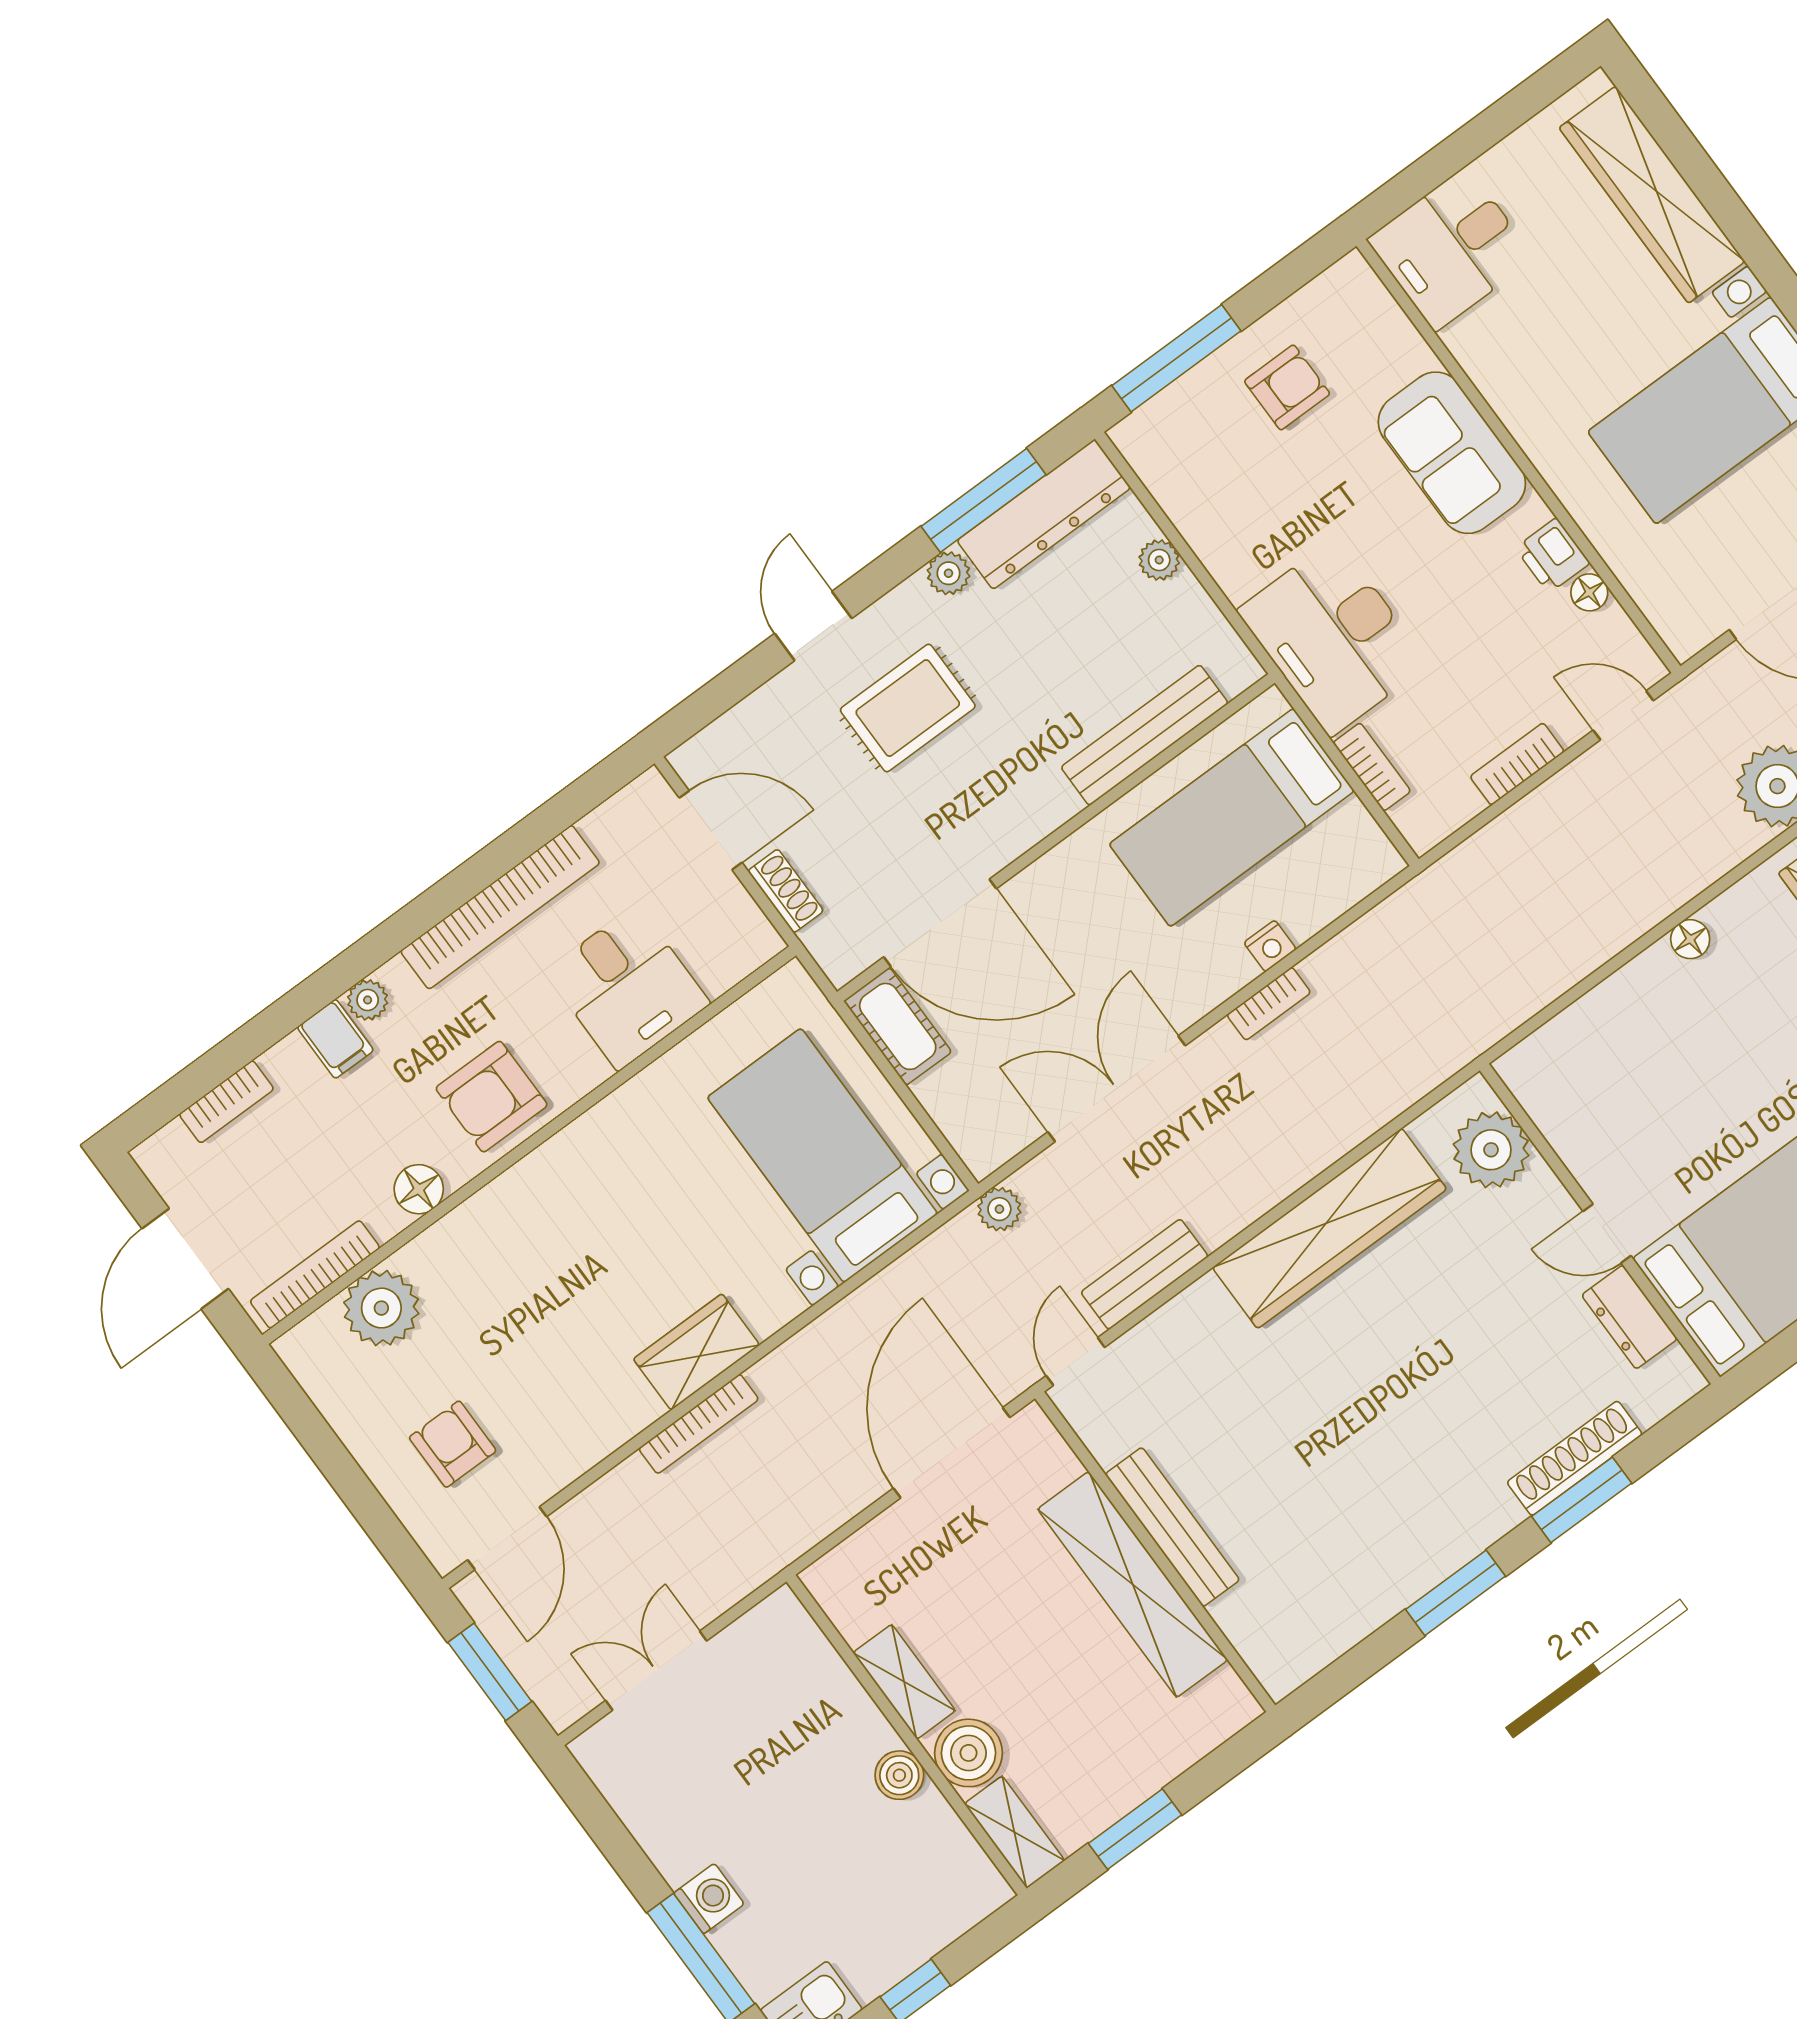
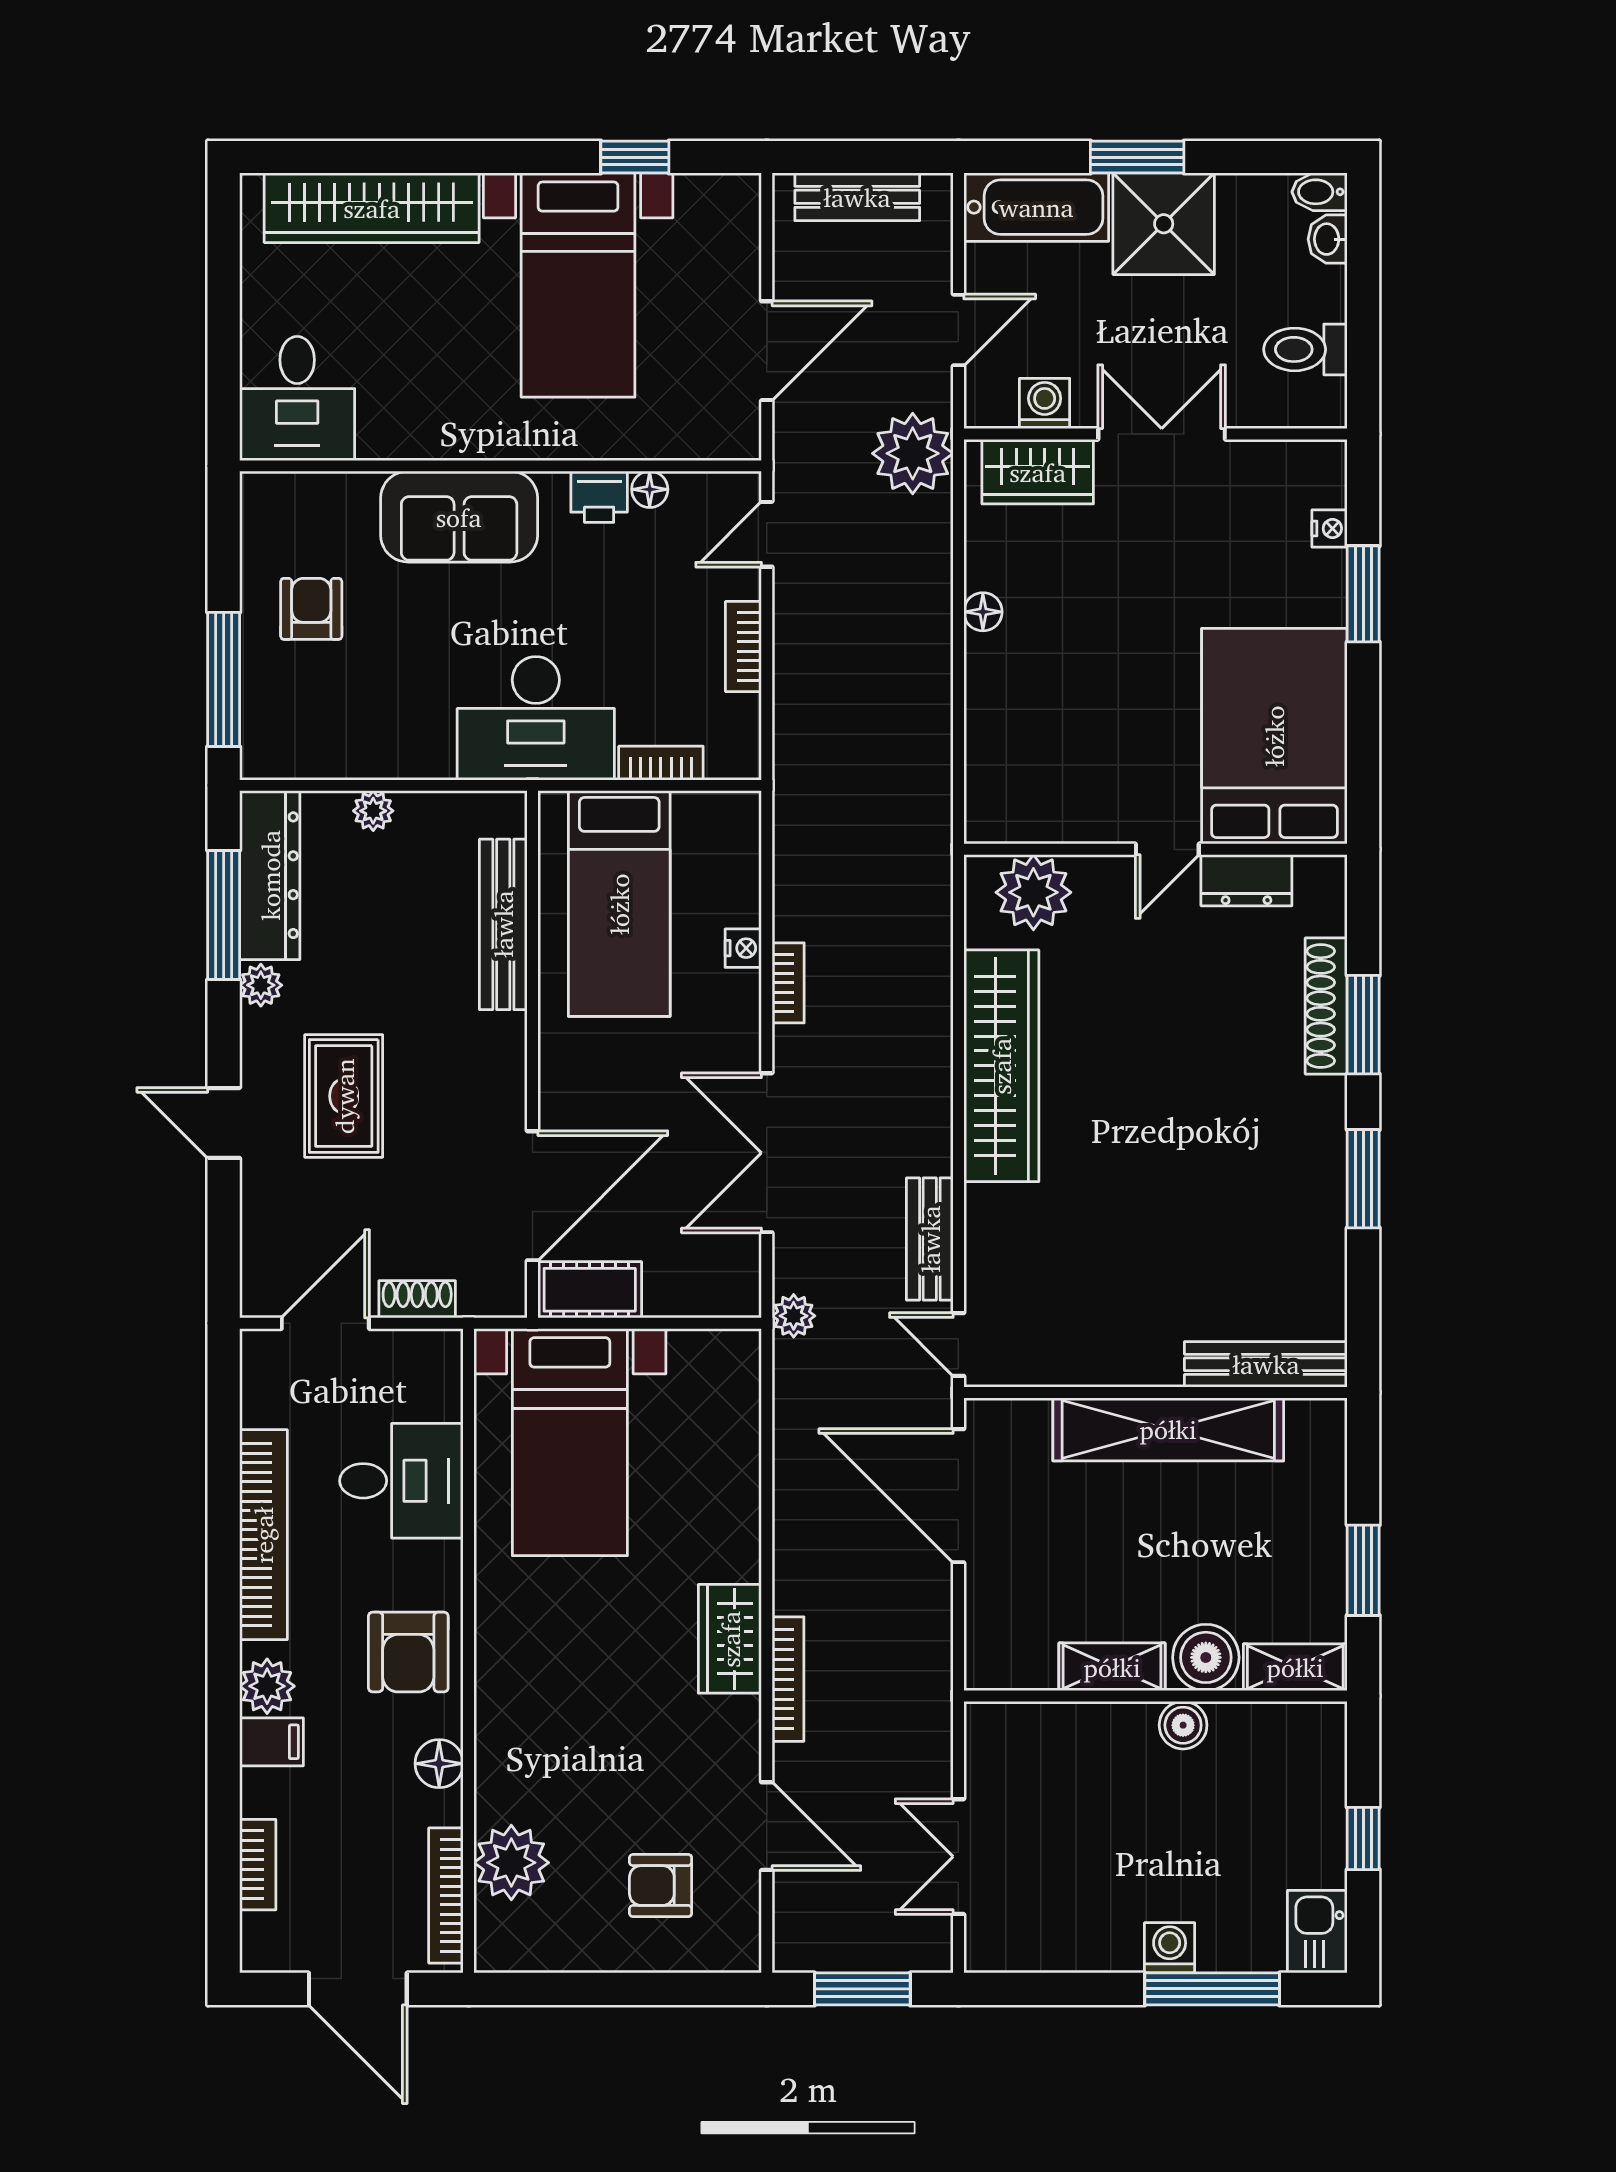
plant: (368, 1000) -> (267, 1686), width x1.38, depth x1.38
bed with nightstands: (822, 1155) -> (570, 1442), moved, turned -90
bench: (1172, 1527) -> (1266, 1364), moved
door: (507, 1538) -> (767, 1826), moved

